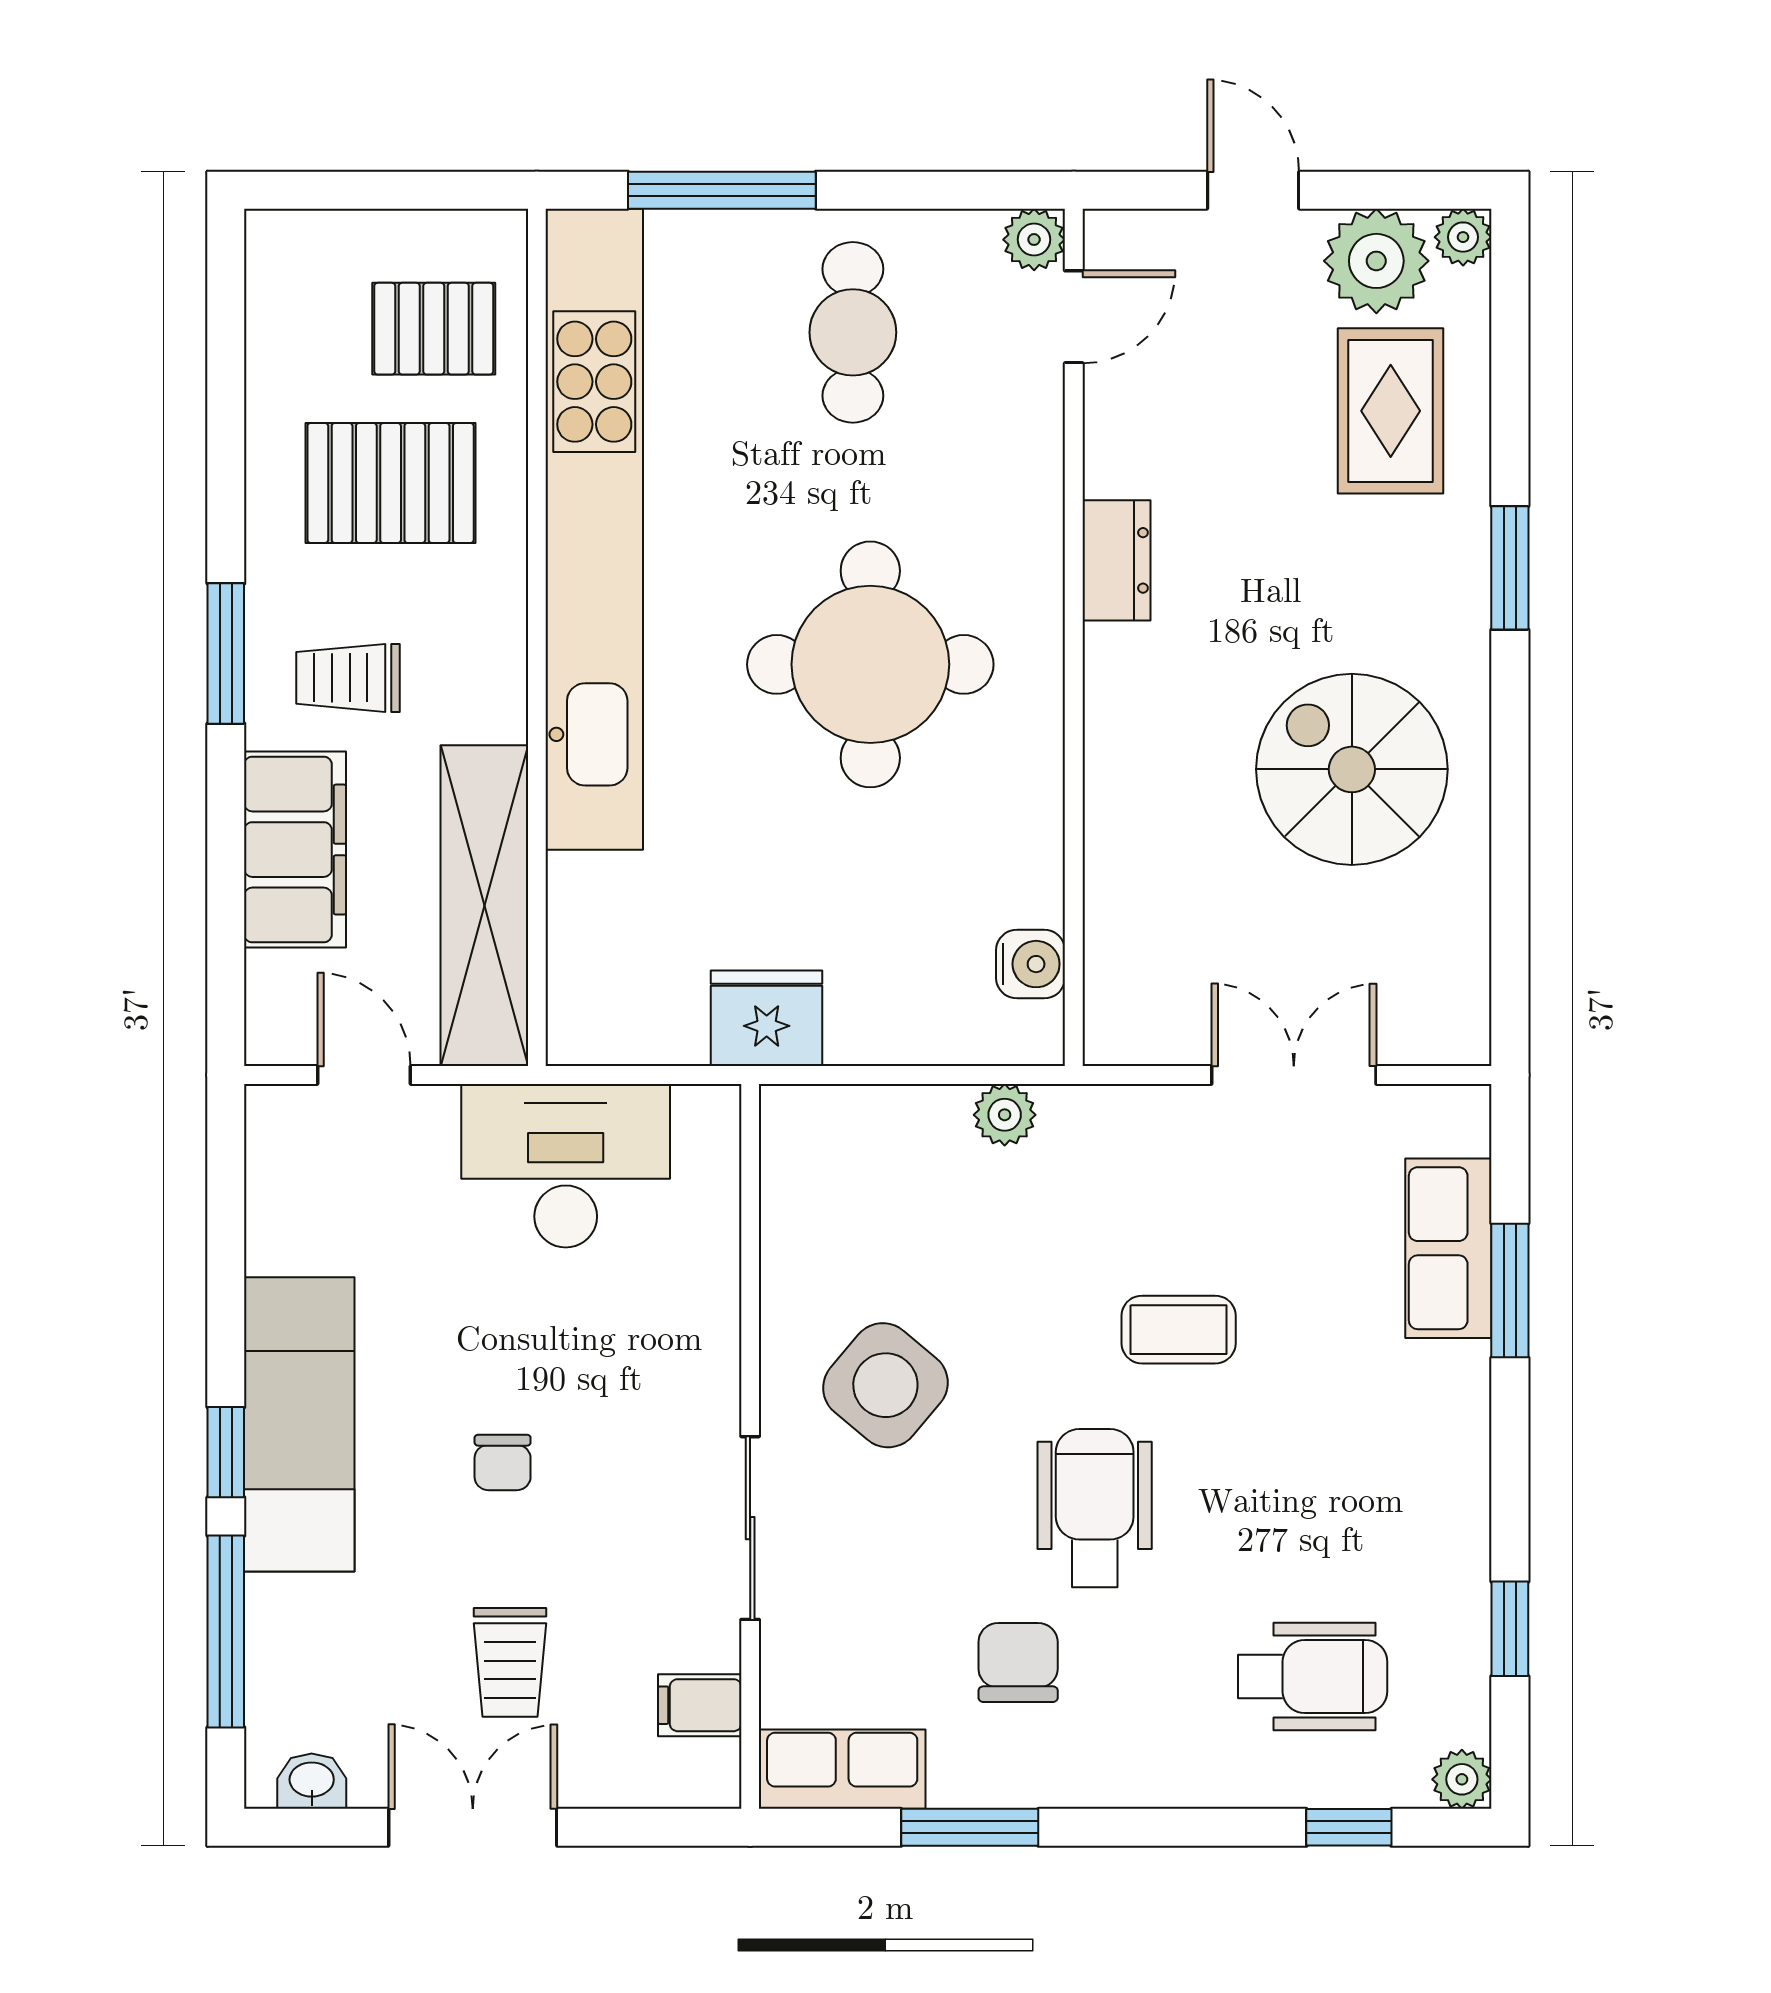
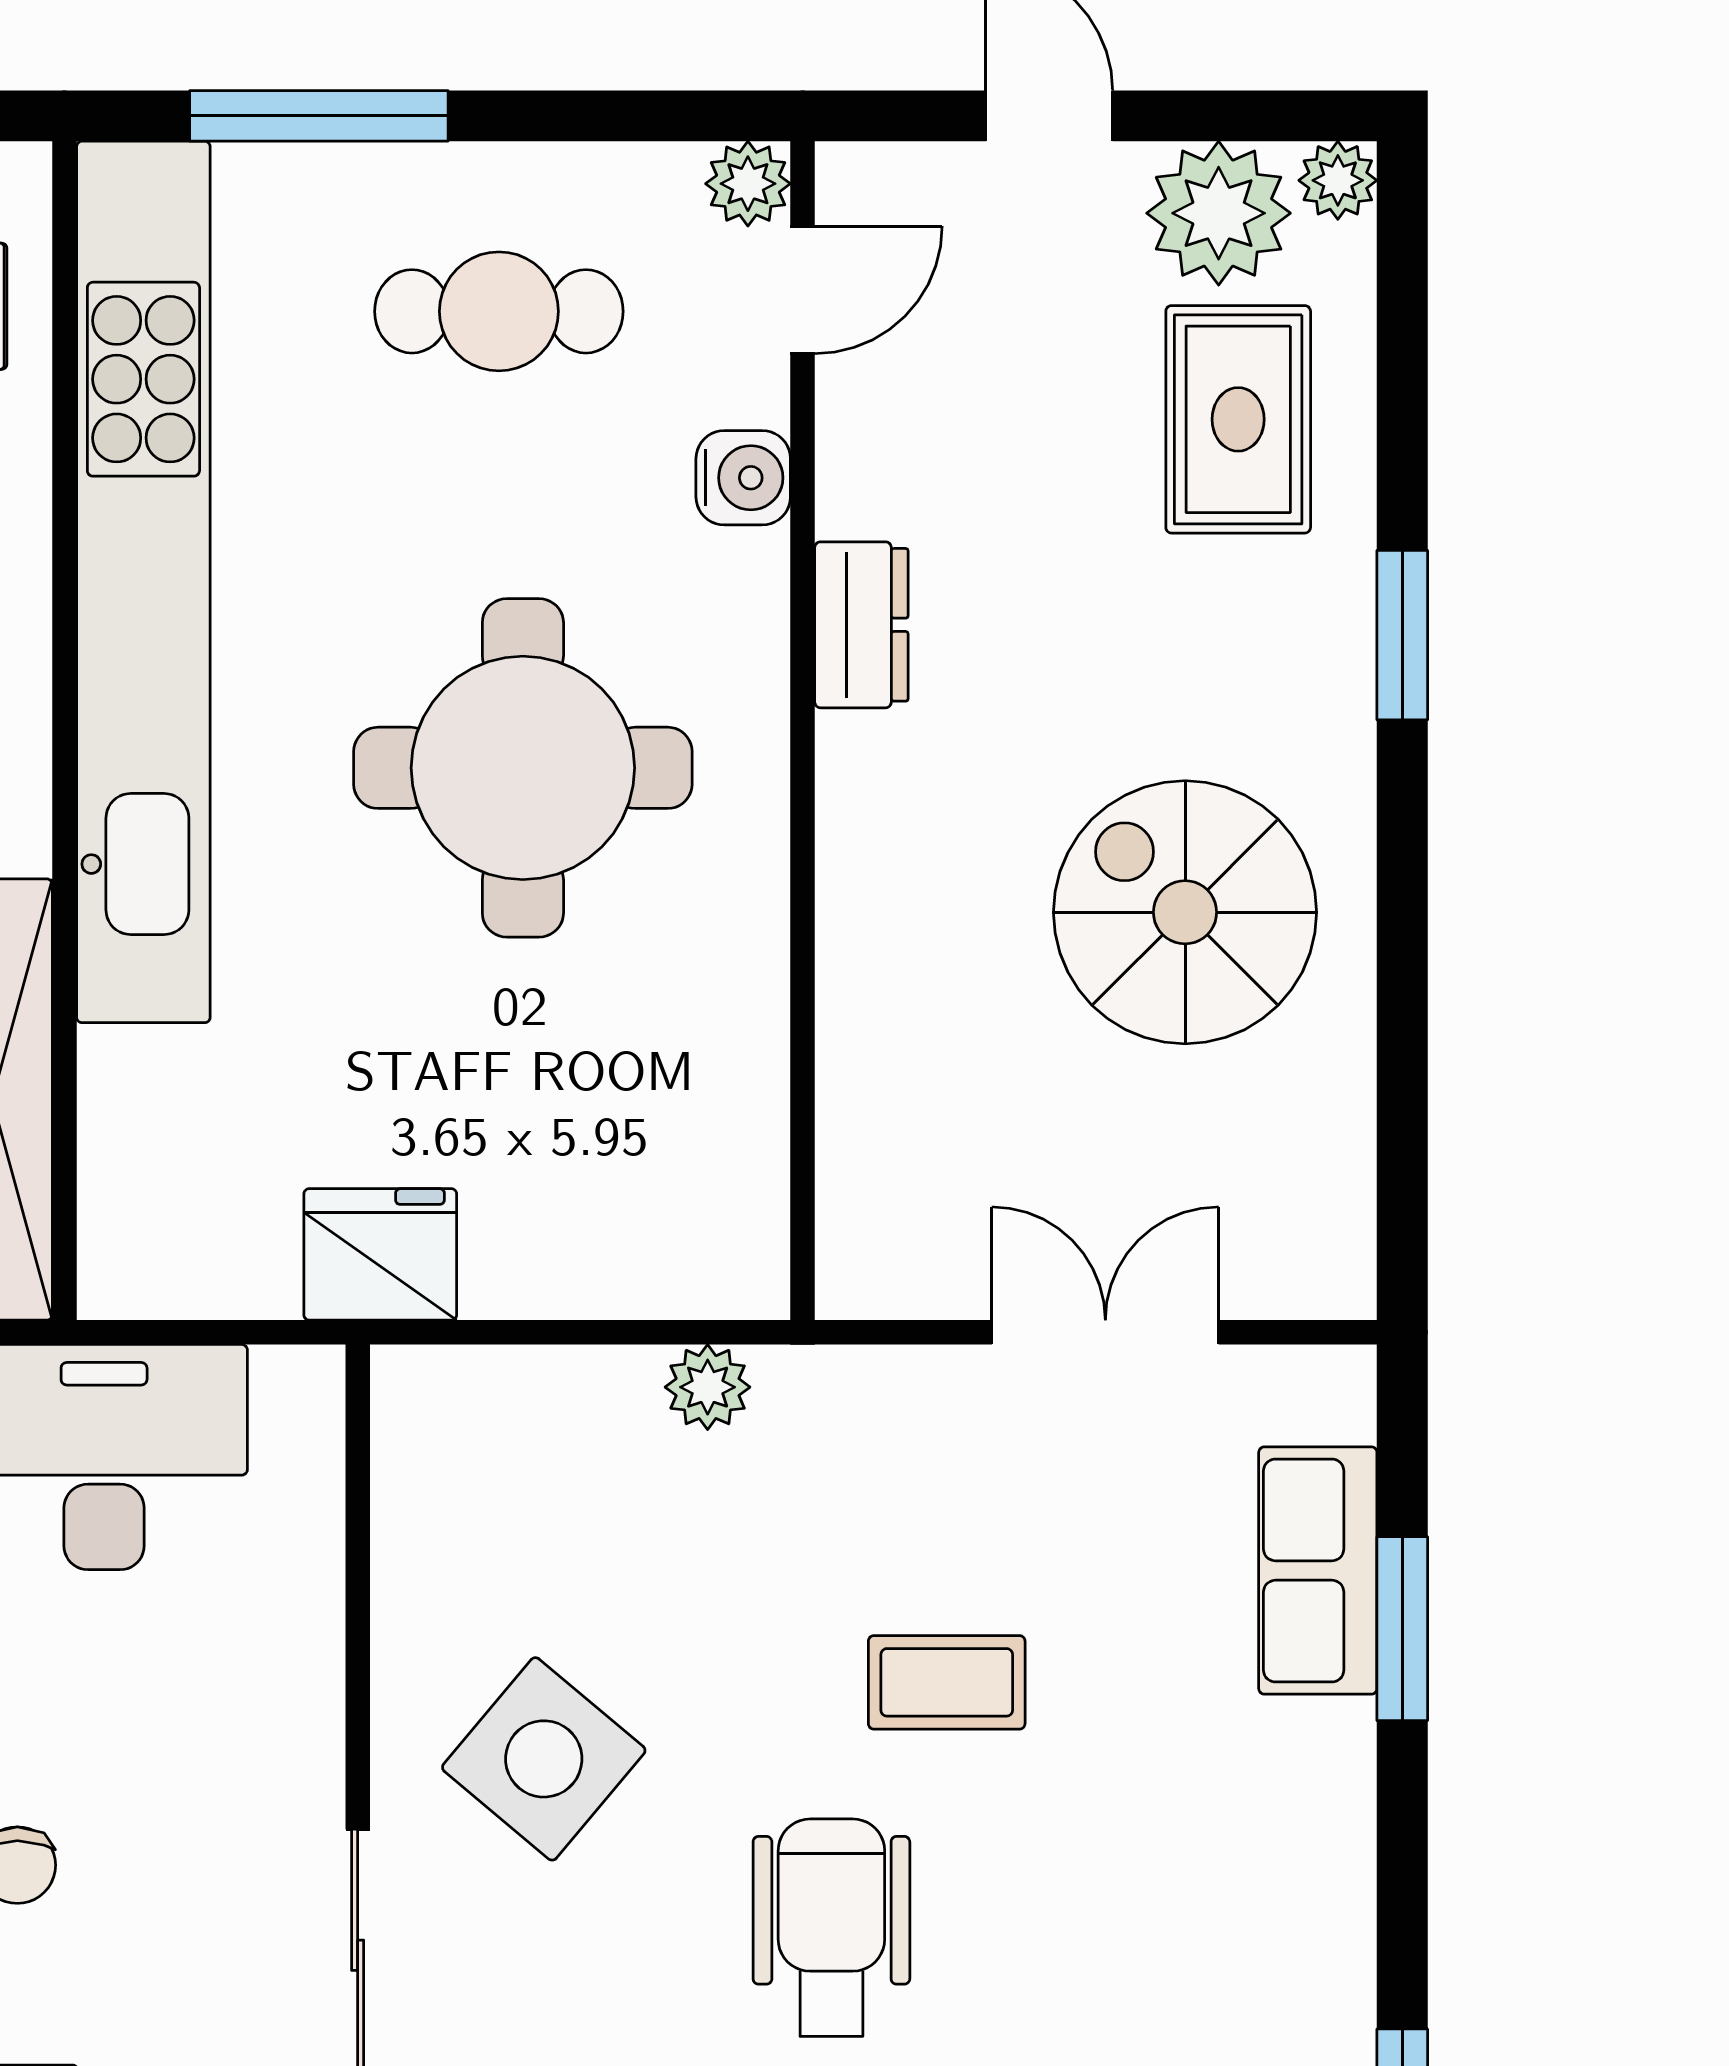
cafe table: (853, 332) -> (499, 311), turned 90
water cooler: (1031, 964) -> (743, 478), moved

